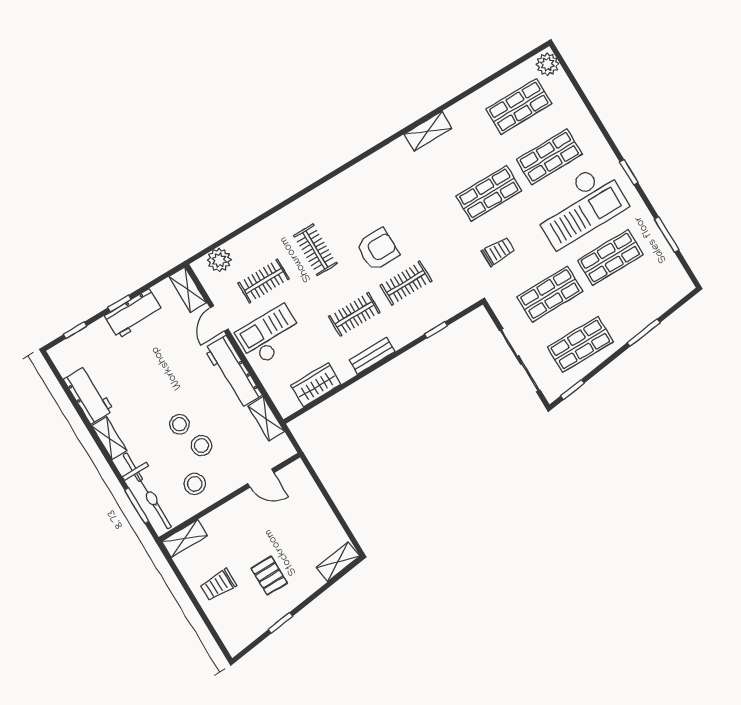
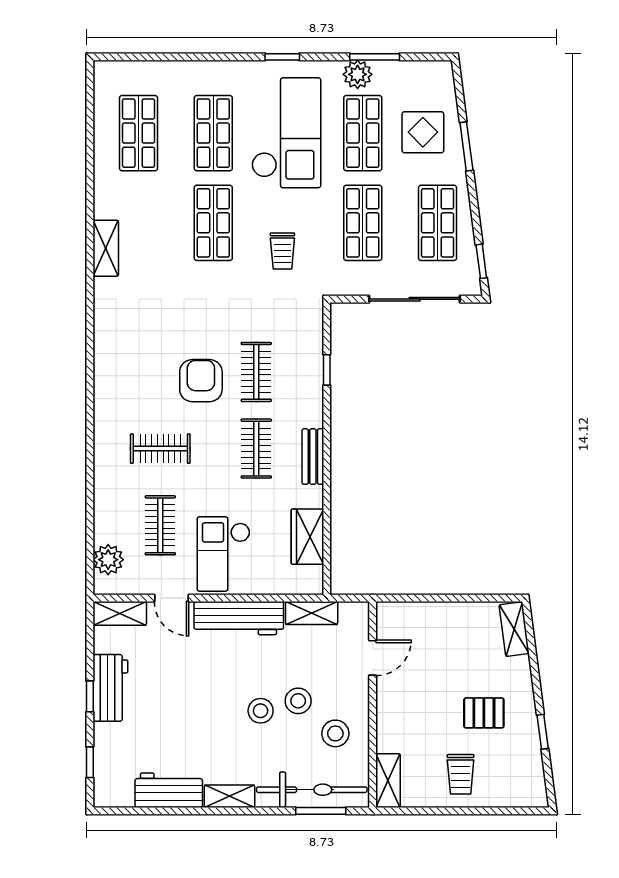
plant: (547, 64) -> (358, 74), moved
trolley: (498, 251) -> (282, 251), turned 180
display table: (635, 298) -> (423, 132), added

